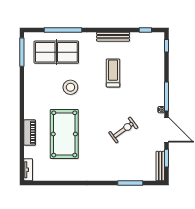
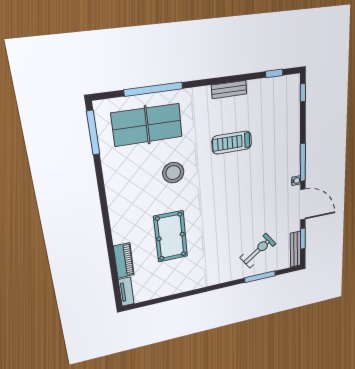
bench: (113, 37) -> (229, 90), width x0.73
treadmill: (113, 73) -> (232, 143), turned -90
exercise bike: (123, 130) -> (258, 251), moved
piano: (30, 133) -> (124, 261), moved
pool table: (64, 134) -> (171, 236), width x0.73, depth x0.76

